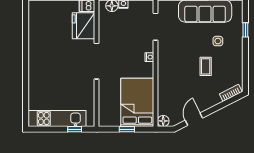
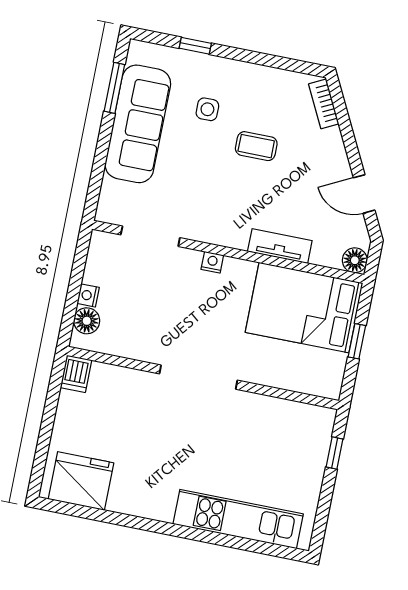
fridge: (84, 26) -> (81, 481), moved, turned 180
tv unit: (163, 86) -> (280, 246), added
kitchen unit: (57, 119) -> (238, 519), moved, turned 90

